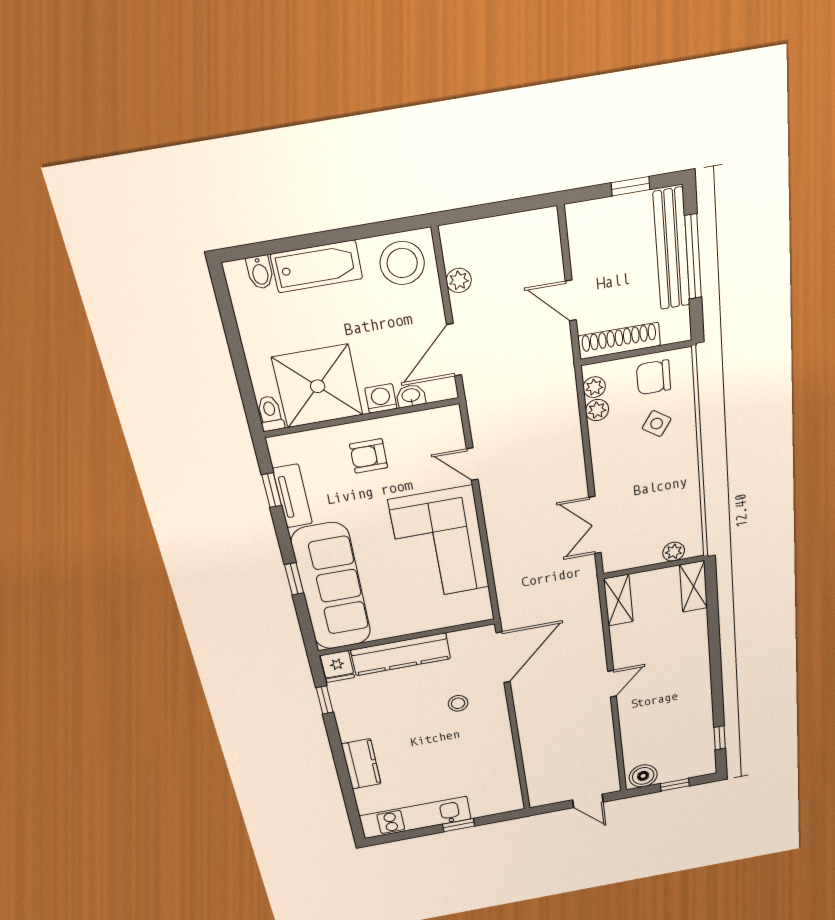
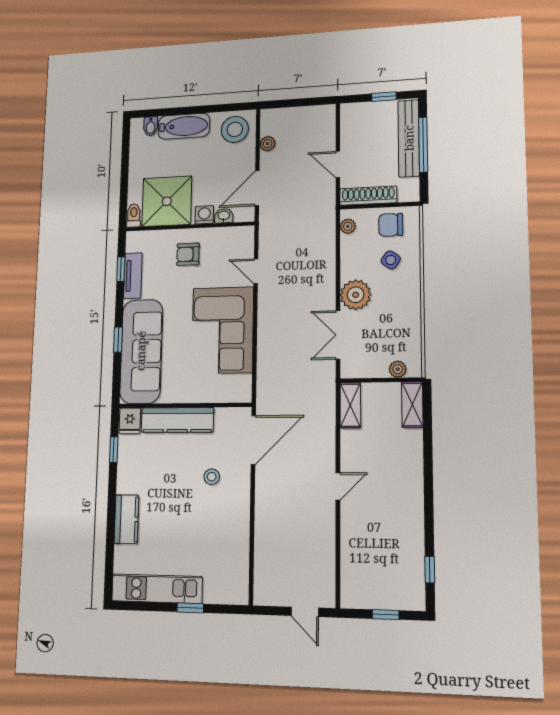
plant: (597, 410) -> (356, 295), moved, width x1.87, depth x1.87
boiler: (643, 776) -> (357, 596), removed

